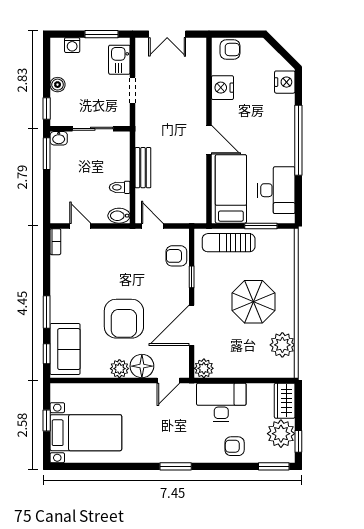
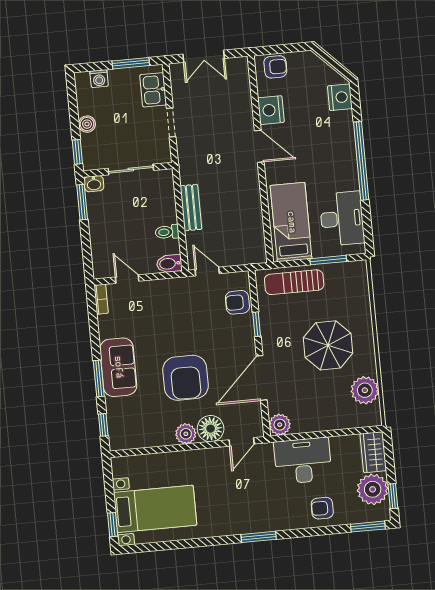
door: (209, 140) -> (259, 146), moved
sofa: (65, 349) -> (118, 367), moved
window: (47, 421) -> (113, 525), moved

